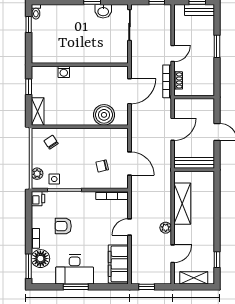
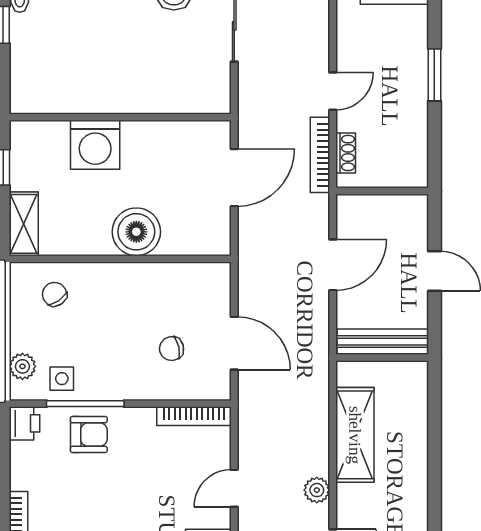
washing machine: (64, 72) -> (95, 145), width x1.89, depth x1.89
boiler: (104, 115) -> (136, 232), moved
armchair: (63, 226) -> (89, 435), moved, turned 180

